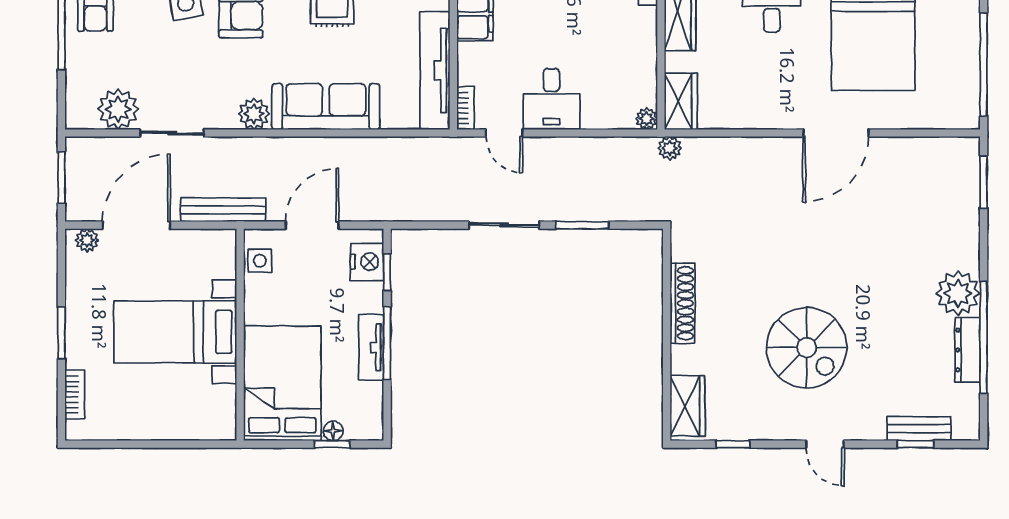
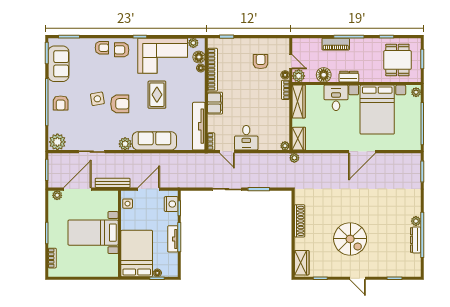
plant: (118, 109) -> (57, 142), moved
plant: (958, 293) -> (416, 221), width x0.53, depth x0.53
bench: (919, 429) -> (396, 272), removed

